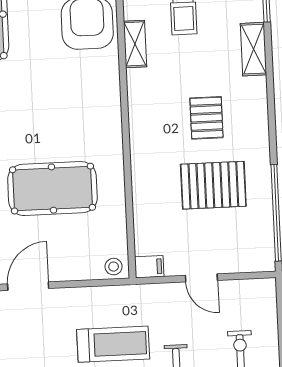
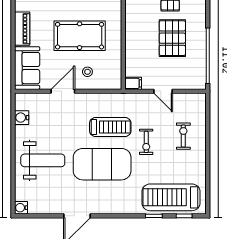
pallet: (213, 185) -> (172, 38), turned 90
stool: (114, 267) -> (87, 72), moved

